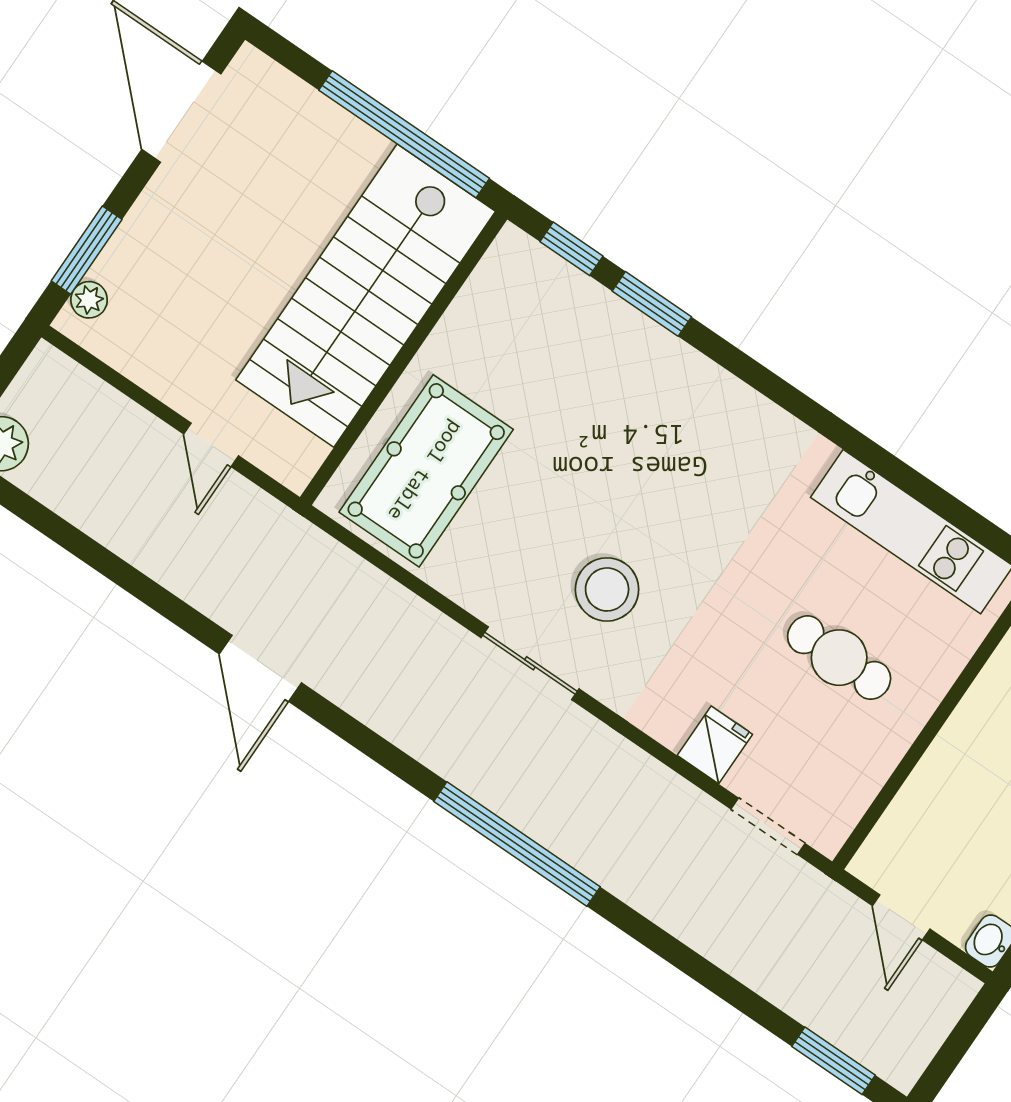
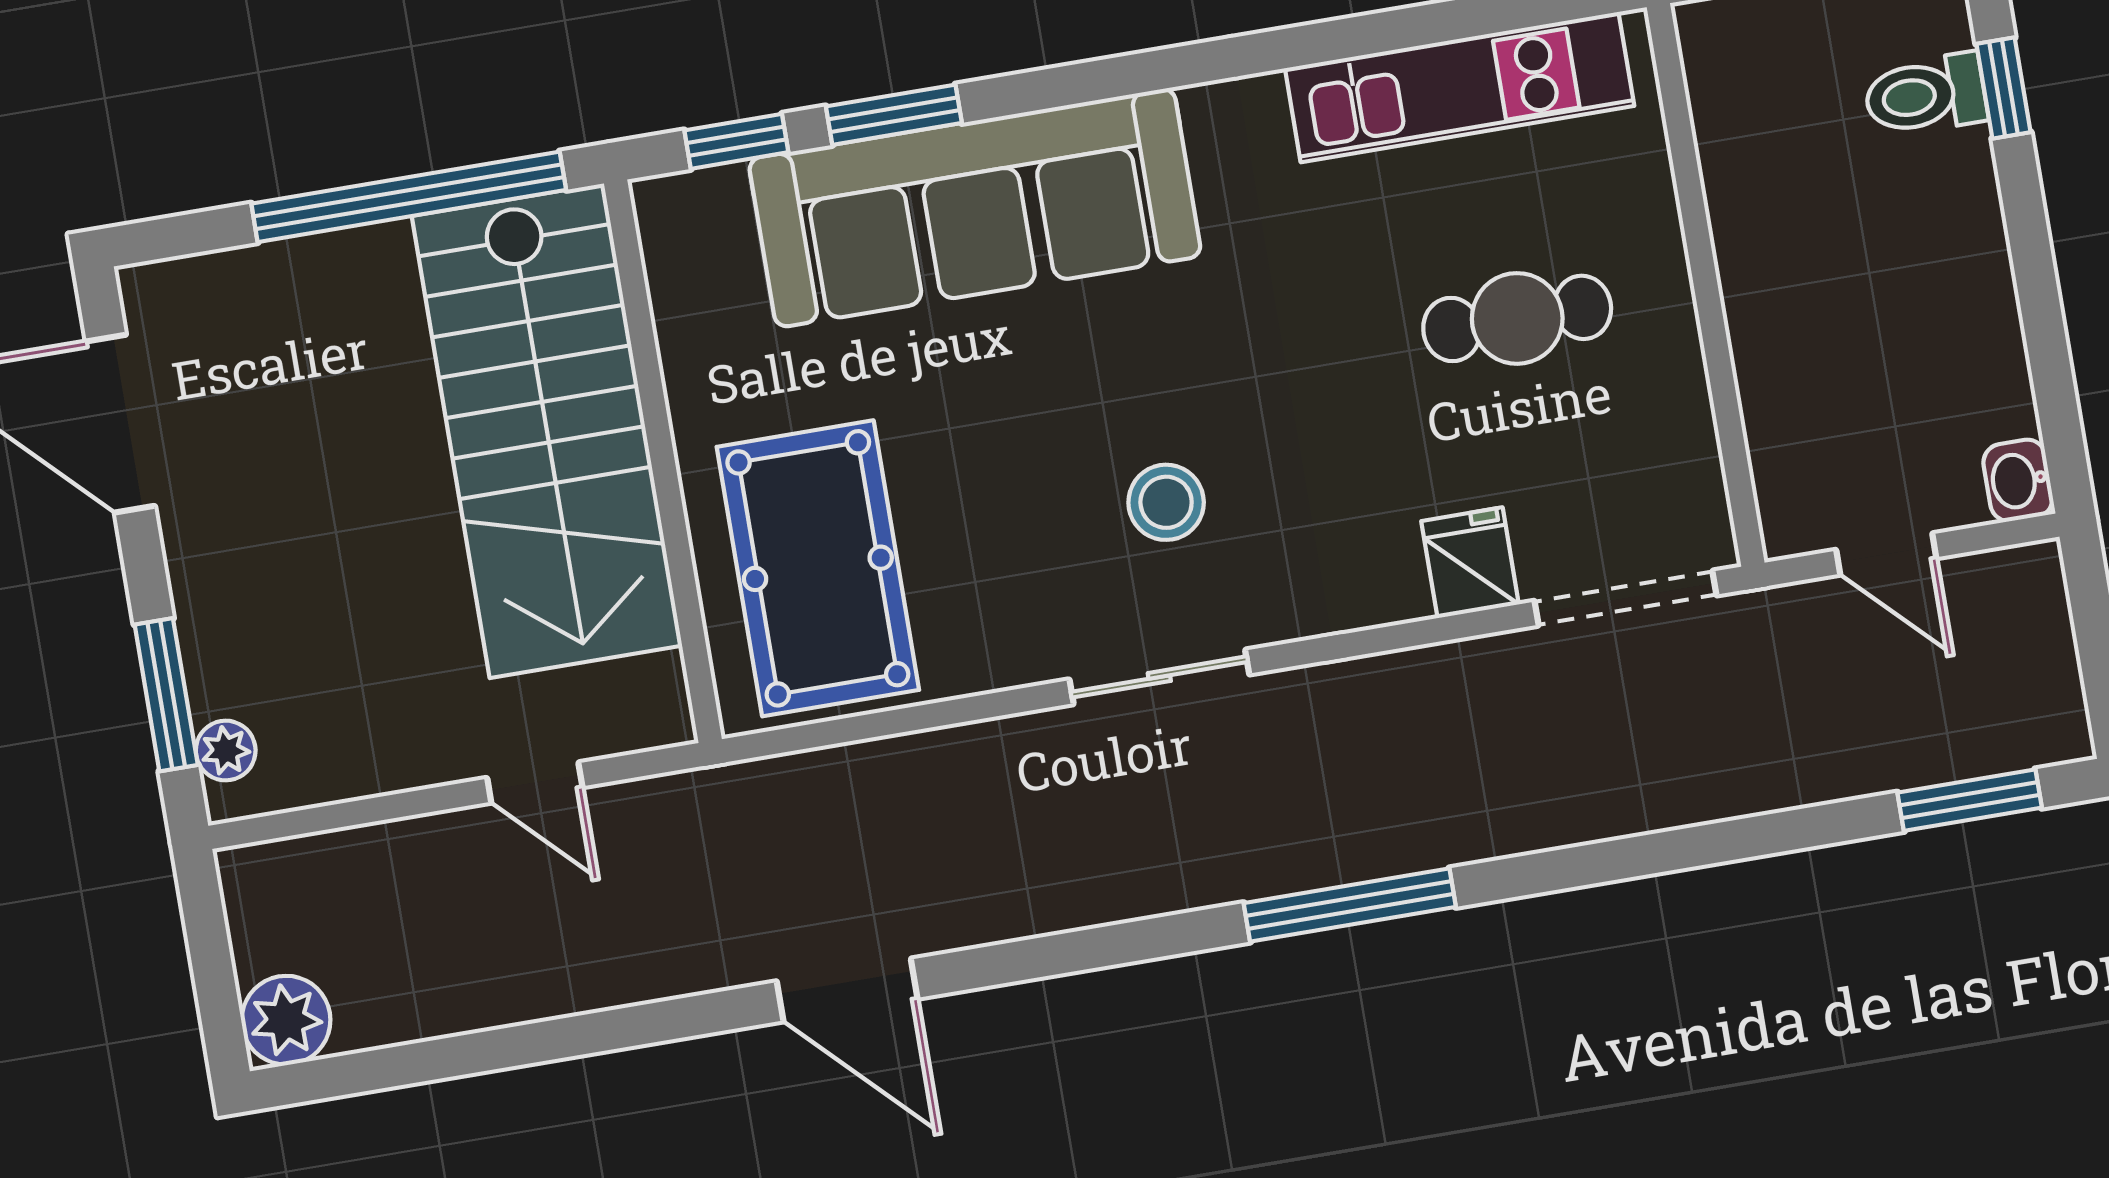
sofa: (648, 379) -> (975, 208), added
stool: (607, 589) -> (1166, 502), width x0.73, depth x0.73
doorway: (768, 826) -> (1625, 598), width x1.38
window: (517, 844) -> (1350, 905), width x0.68

